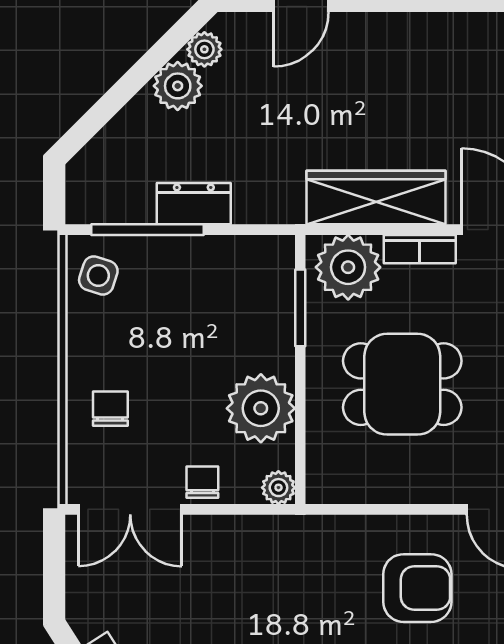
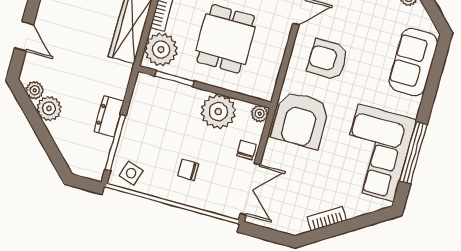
chair: (110, 409) -> (188, 170), moved
chair: (202, 482) -> (247, 150), turned 90
armchair: (288, 568) -> (300, 120), added
armchair: (417, 588) -> (328, 59), turned -90

